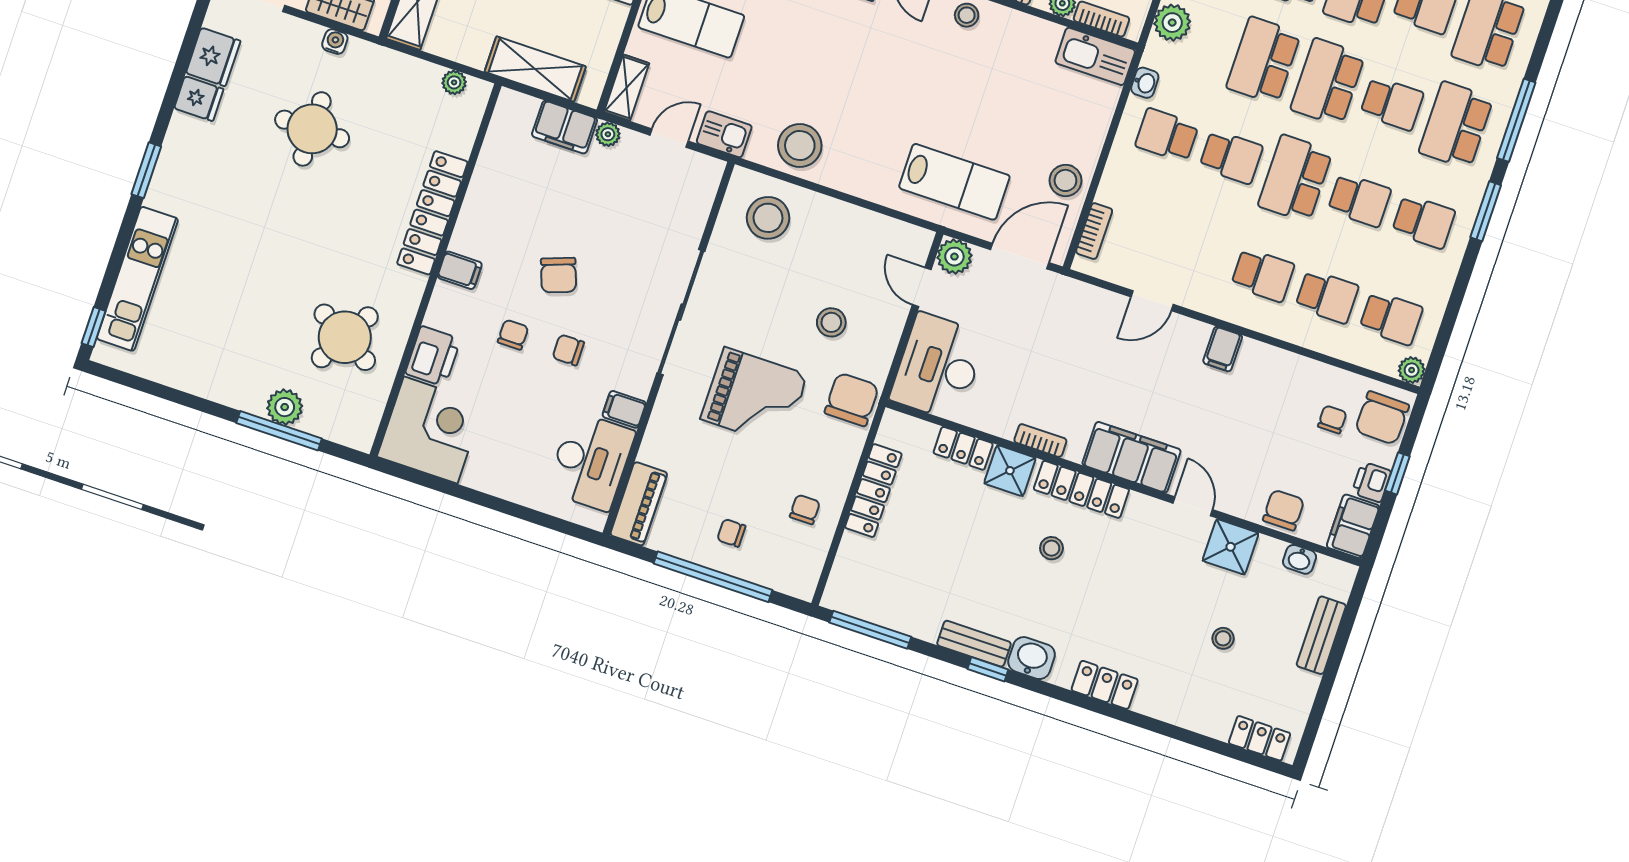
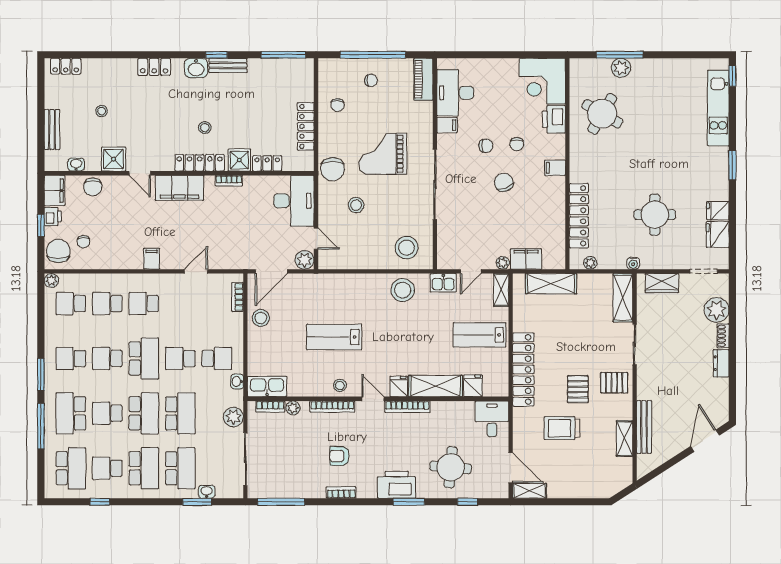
water cooler: (335, 42) -> (633, 263), moved
school desk: (1456, 125) -> (71, 413), turned 180
lab bench: (954, 182) -> (334, 337), moved
locker: (432, 213) -> (579, 216), moved

